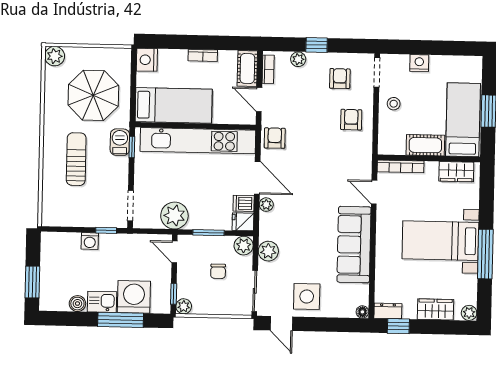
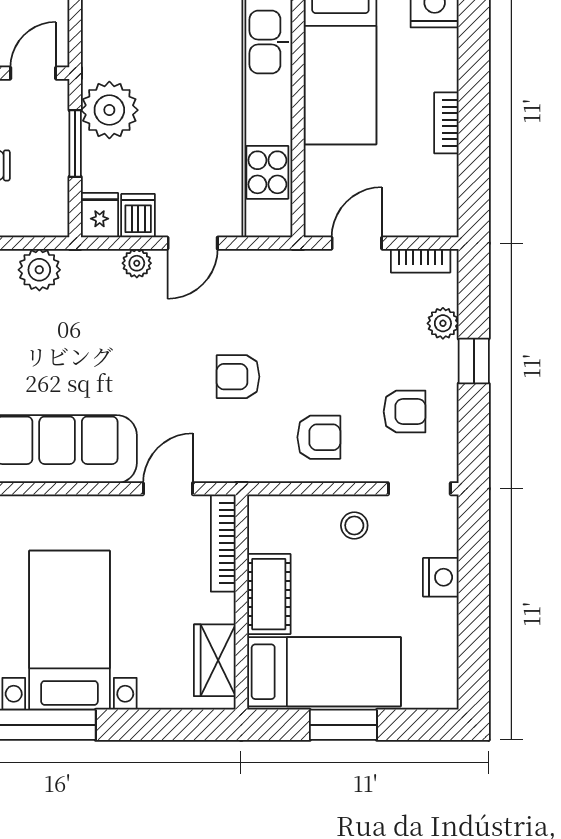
cot: (247, 68) -> (421, 217), removed
armchair: (275, 138) -> (238, 377), moved, turned 180
door: (257, 178) -> (193, 243), width x0.73
plant: (174, 216) -> (109, 110), moved
plant: (244, 246) -> (50, 218), removed

